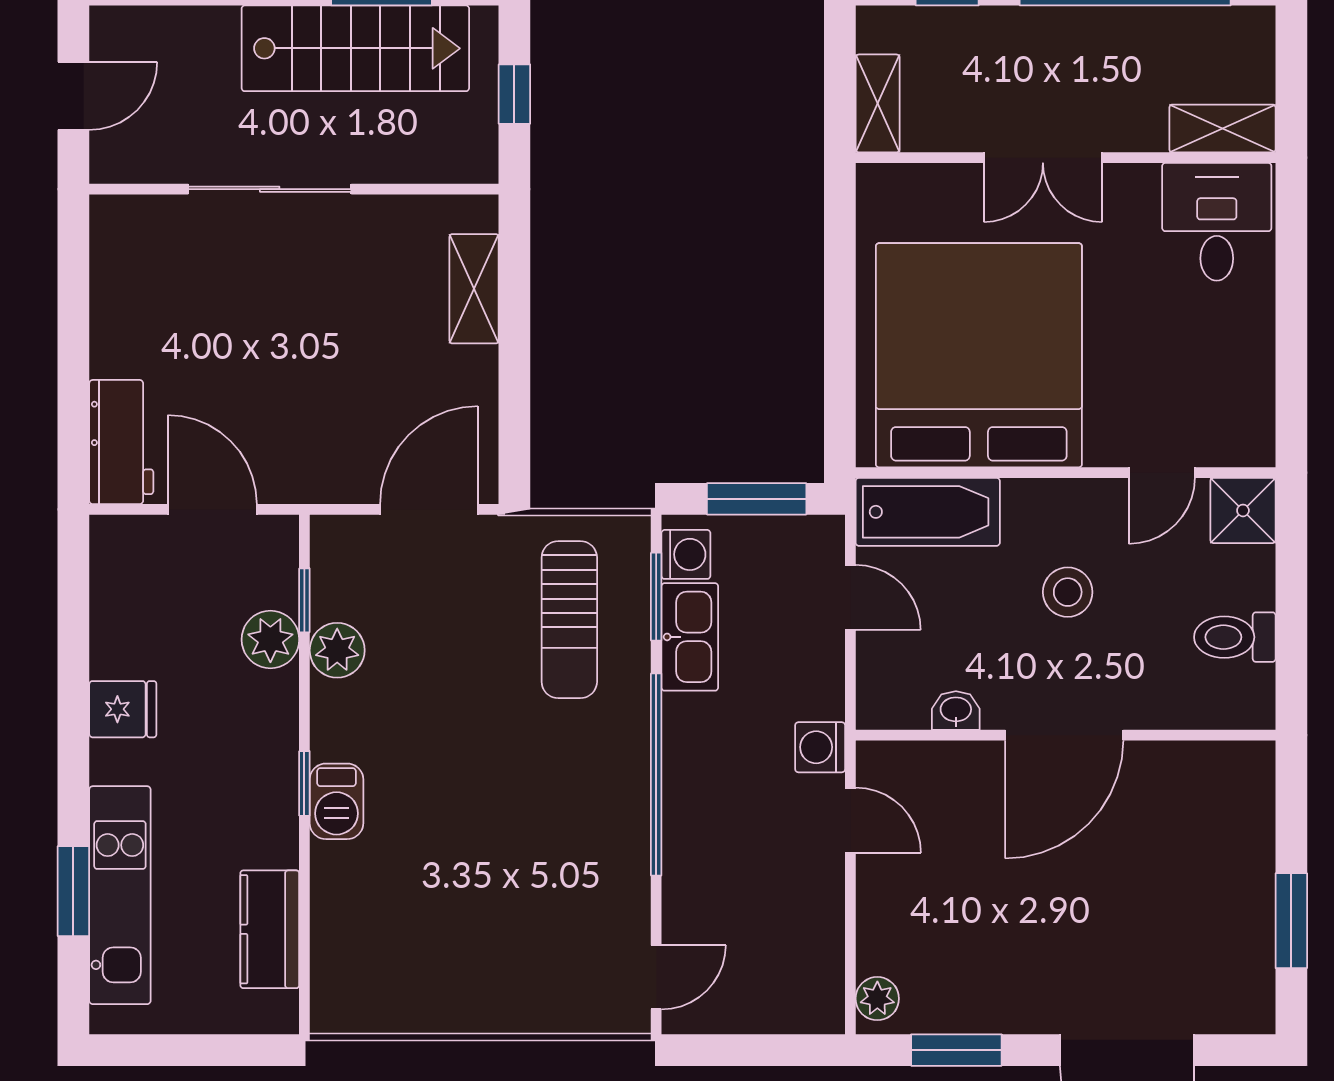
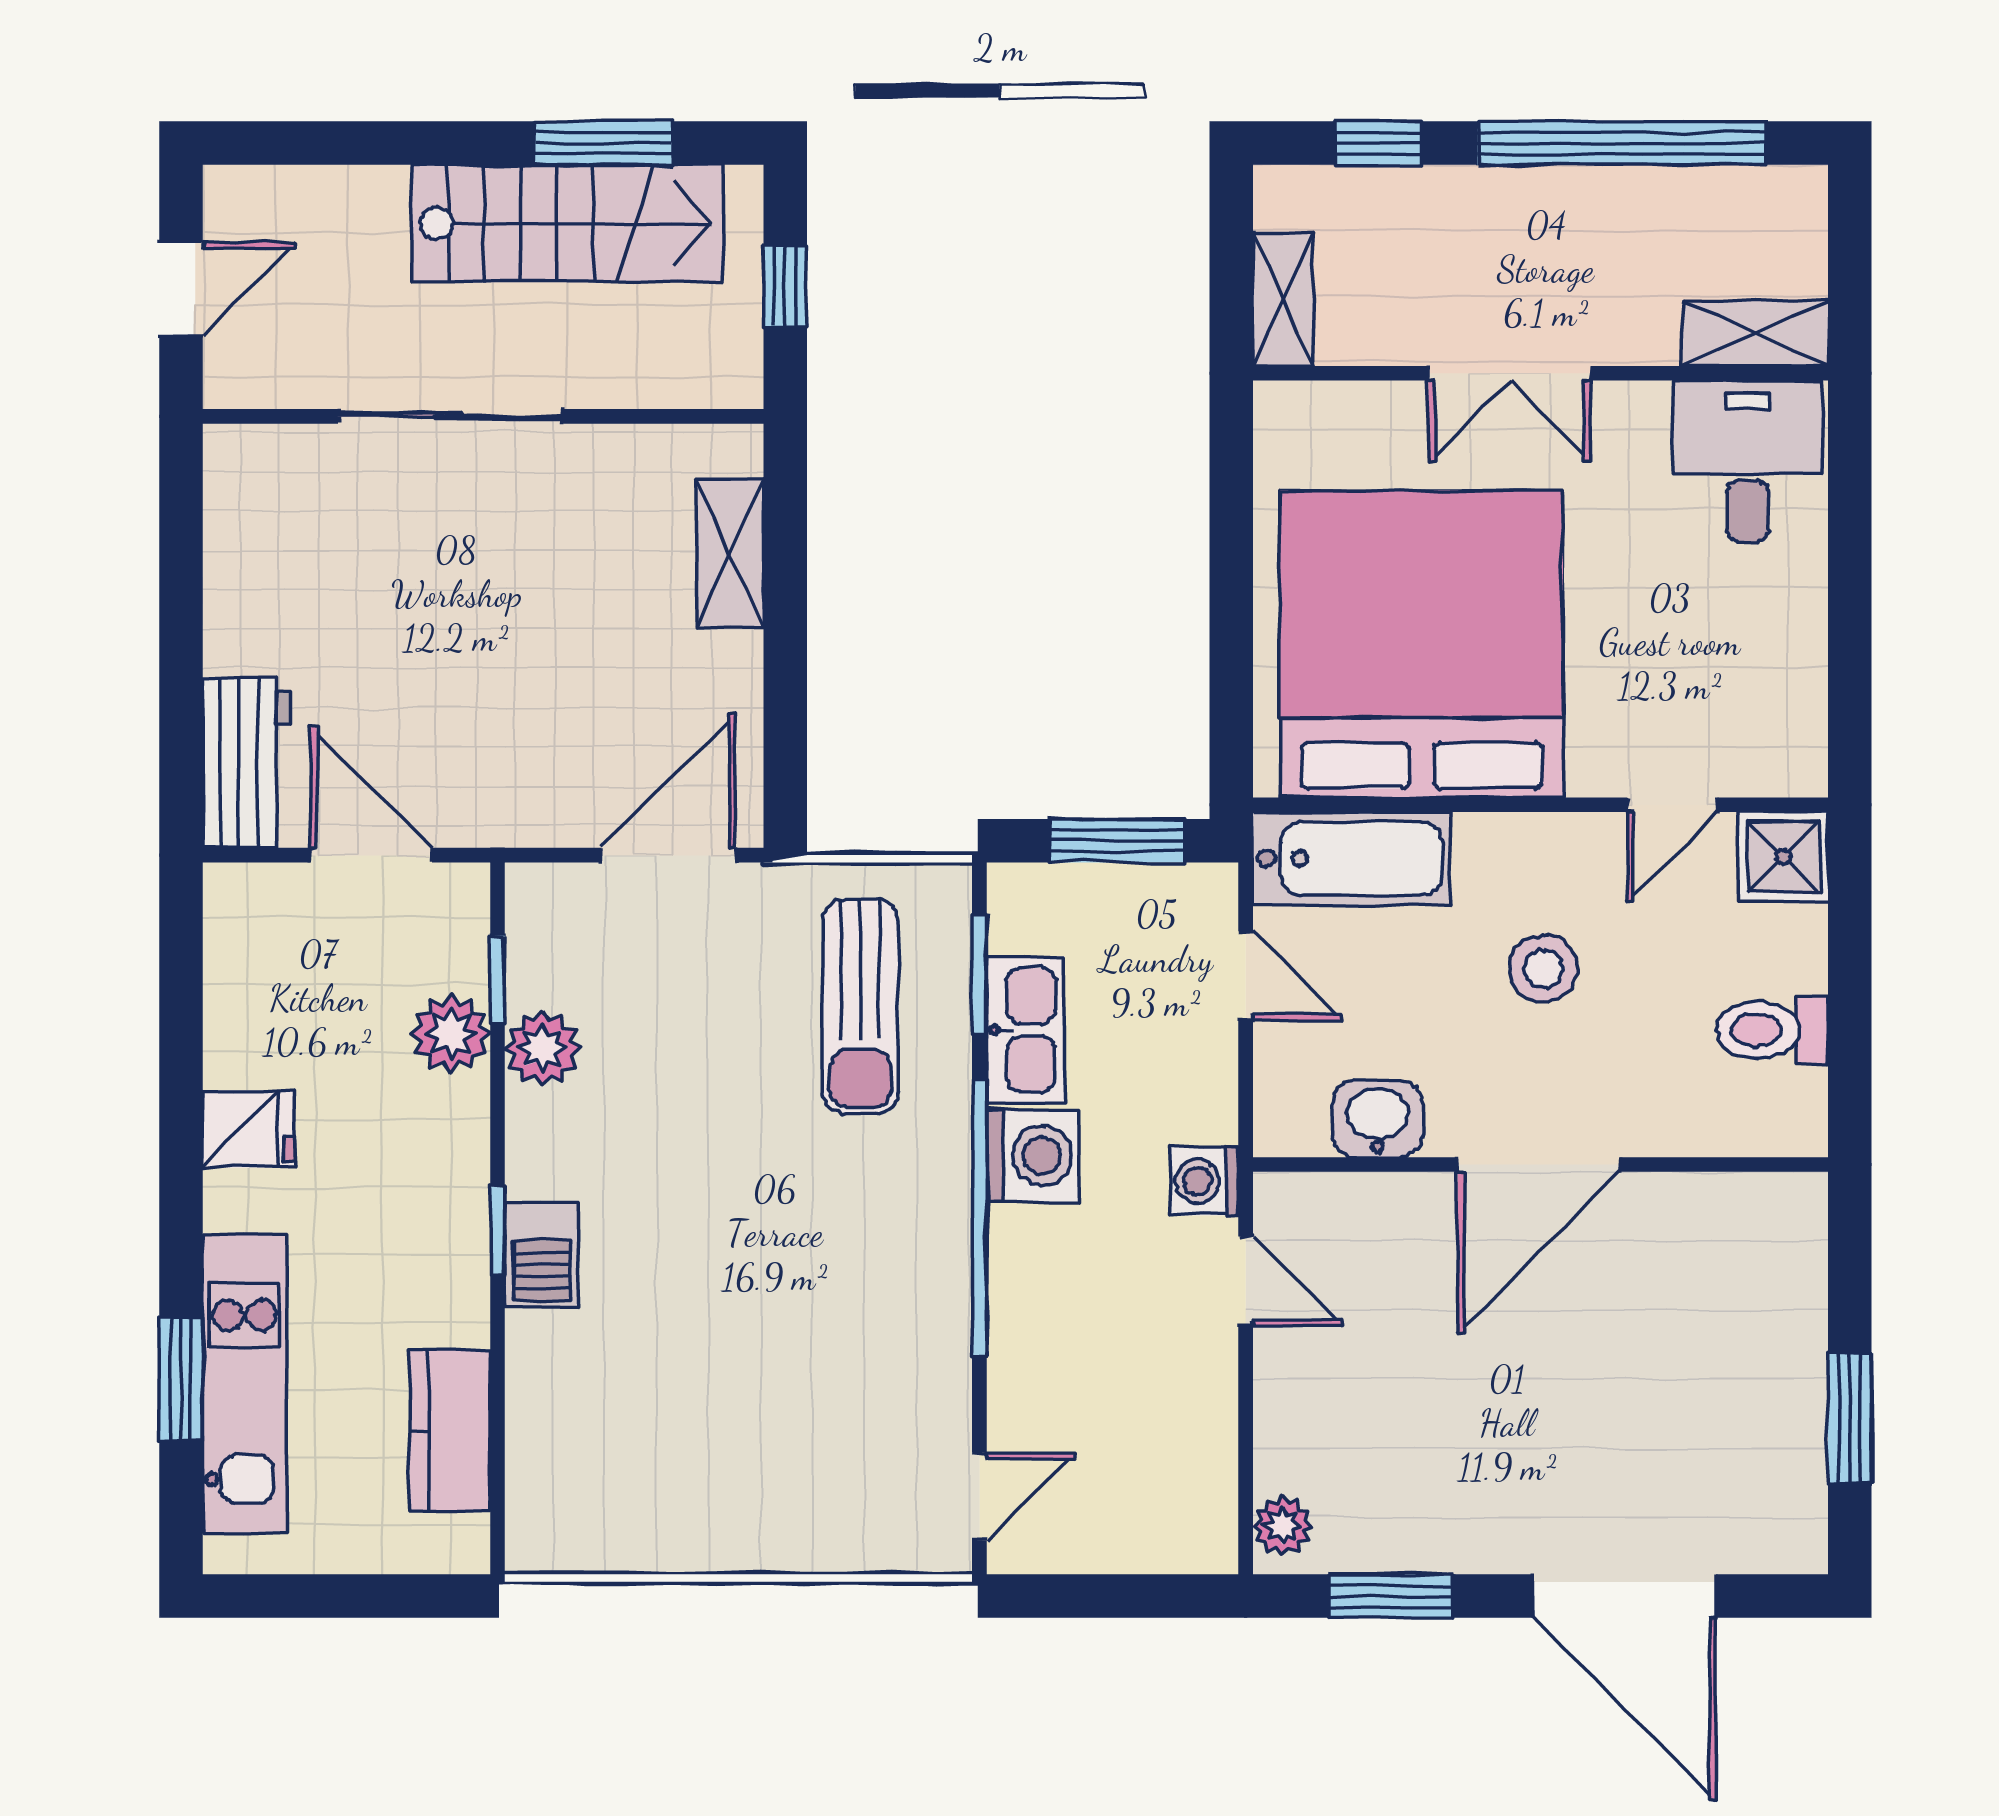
washing machine: (686, 554) -> (1033, 1156), moved, width x1.38, depth x1.38
washbasin: (956, 711) -> (1377, 1119), width x1.38, depth x1.45

